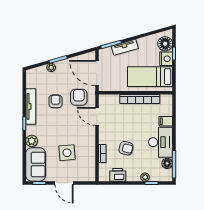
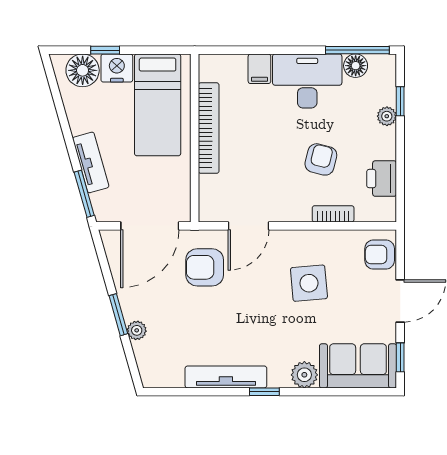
armchair: (55, 101) -> (380, 255), moved
side table: (67, 153) -> (309, 283), moved

